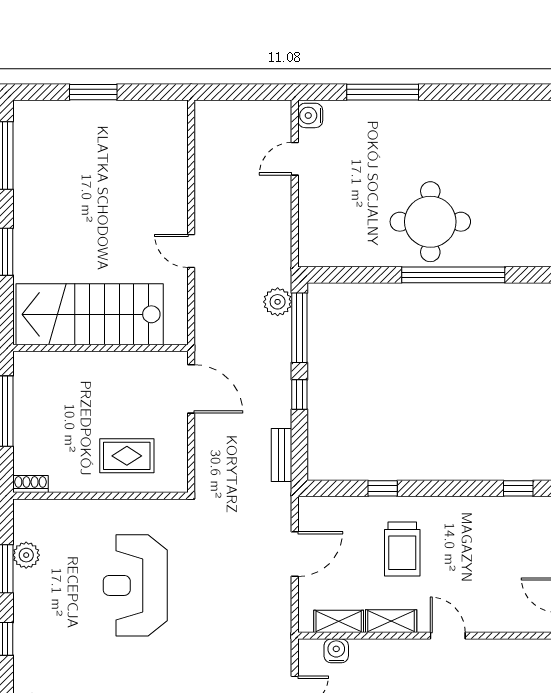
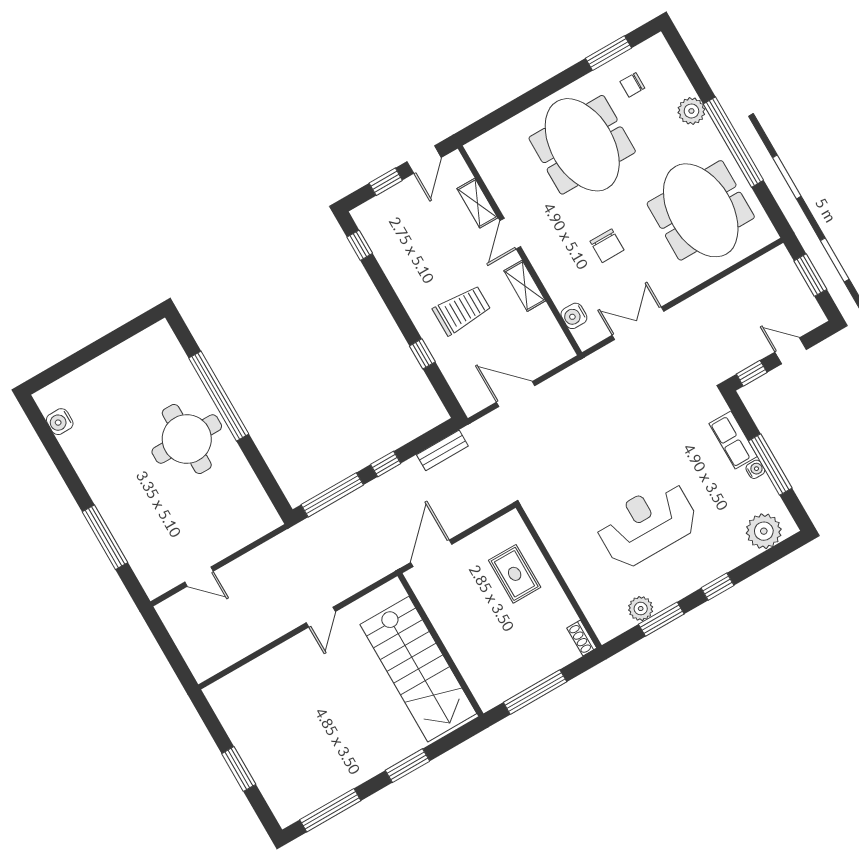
water cooler: (310, 115) -> (60, 422), moved, turned 90
plant: (278, 302) -> (322, 524), removed
reception desk: (135, 585) -> (647, 524), moved, turned 180
shelving: (339, 621) -> (477, 203), moved

